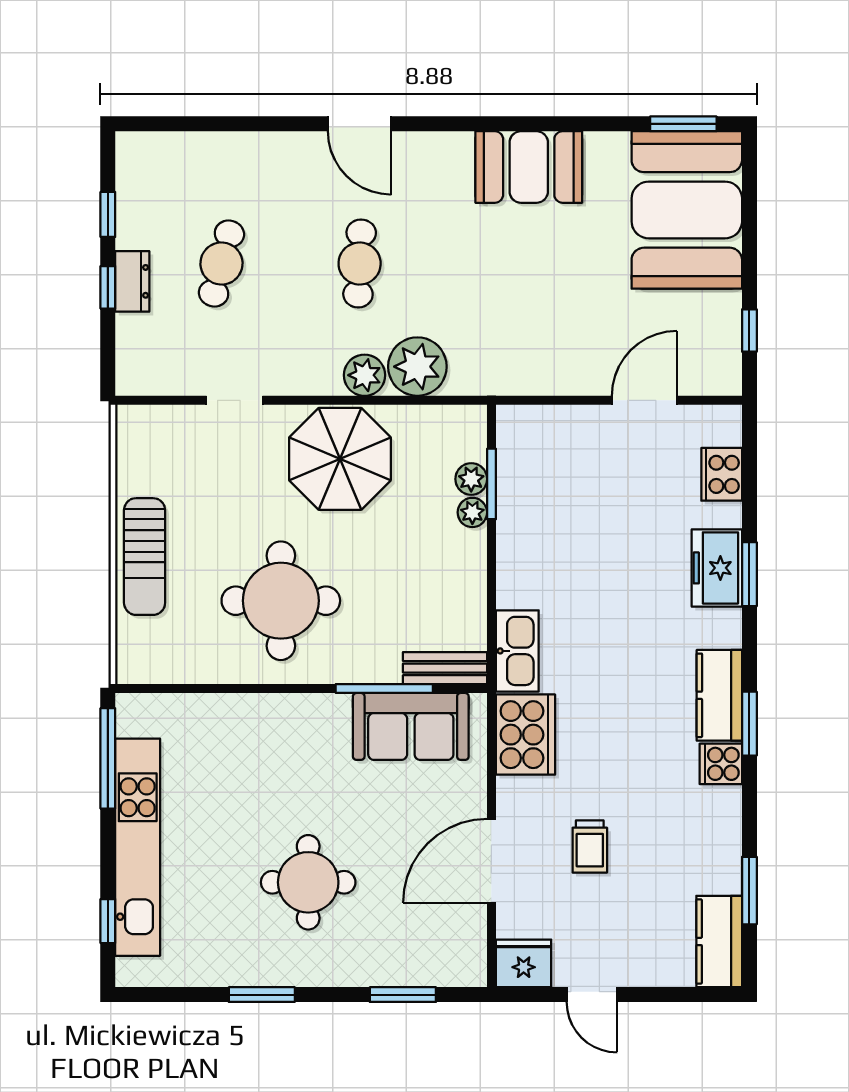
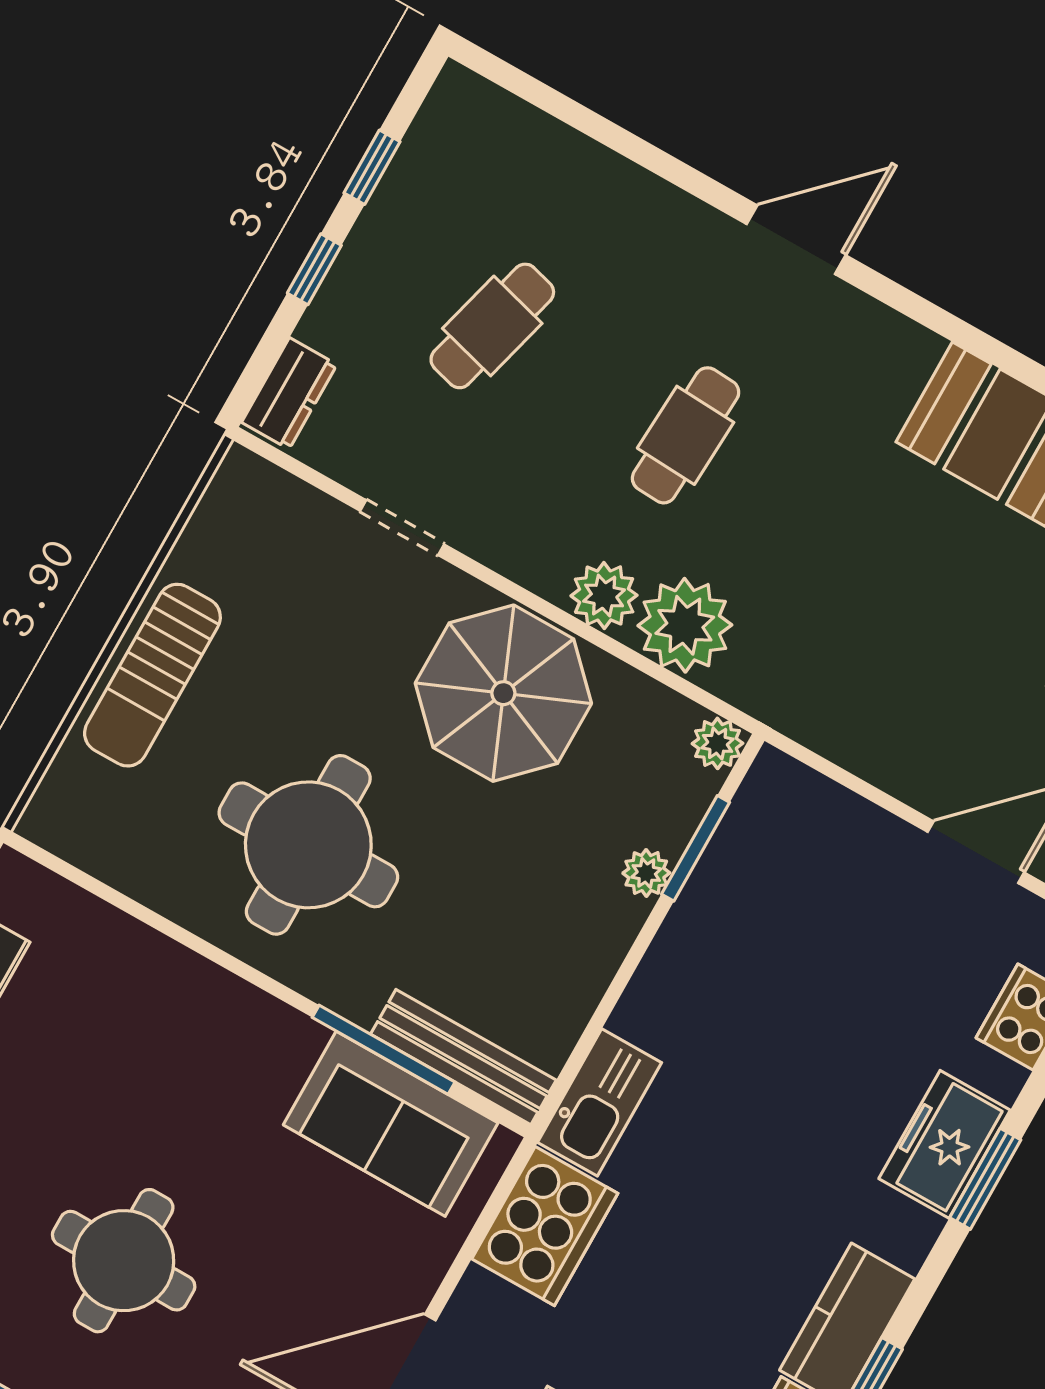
door: (360, 124) -> (796, 240), swing flipped
dresser: (132, 281) -> (289, 393), moved
plant: (471, 479) -> (718, 743), moved
bench: (445, 668) -> (463, 1057), width x1.36

